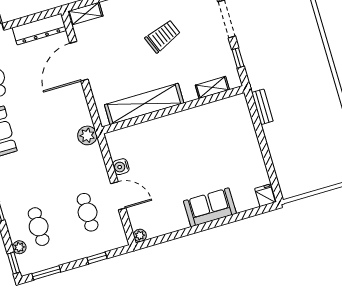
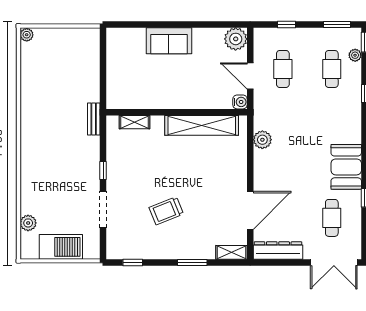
shelving: (212, 87) -> (135, 122), moved
shelving: (144, 104) -> (202, 125), moved
wall: (173, 110) -> (177, 112), moved
fridge: (265, 195) -> (115, 37), removed
plant: (140, 235) -> (236, 39), width x1.88, depth x1.88

